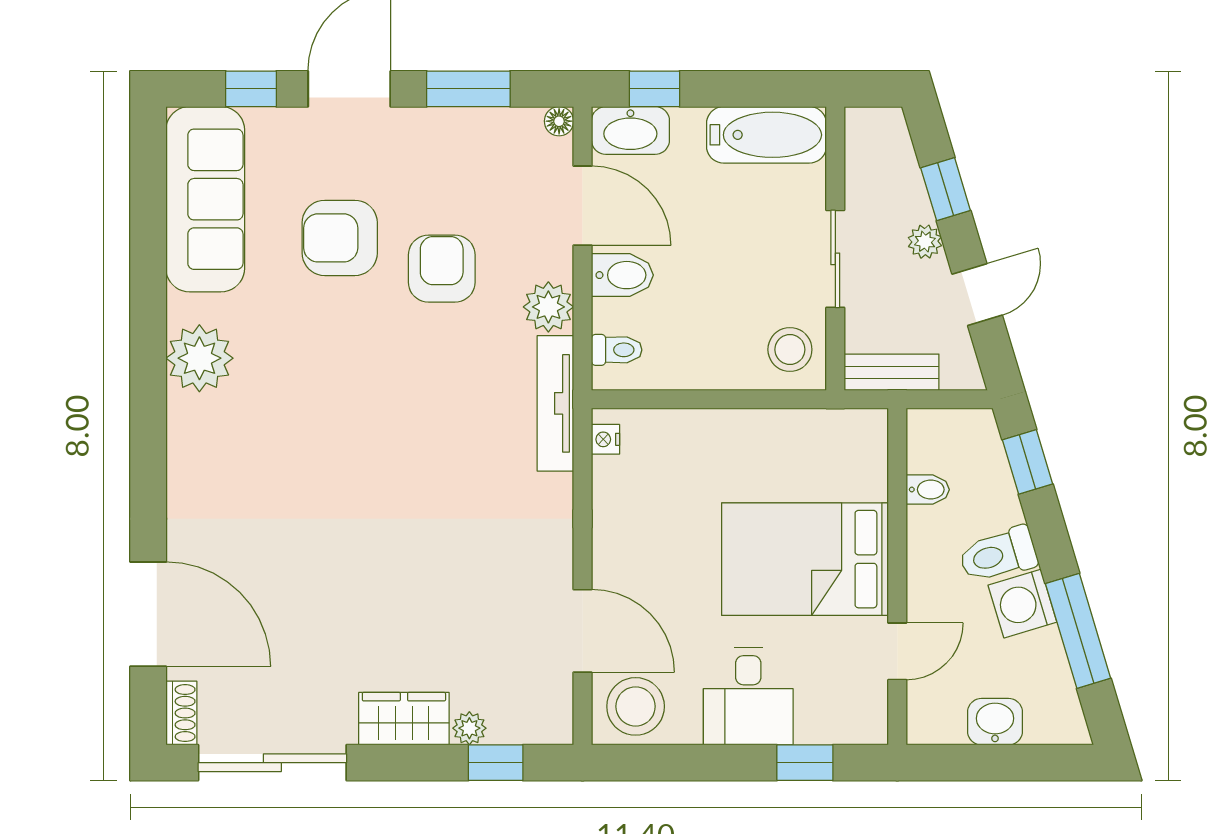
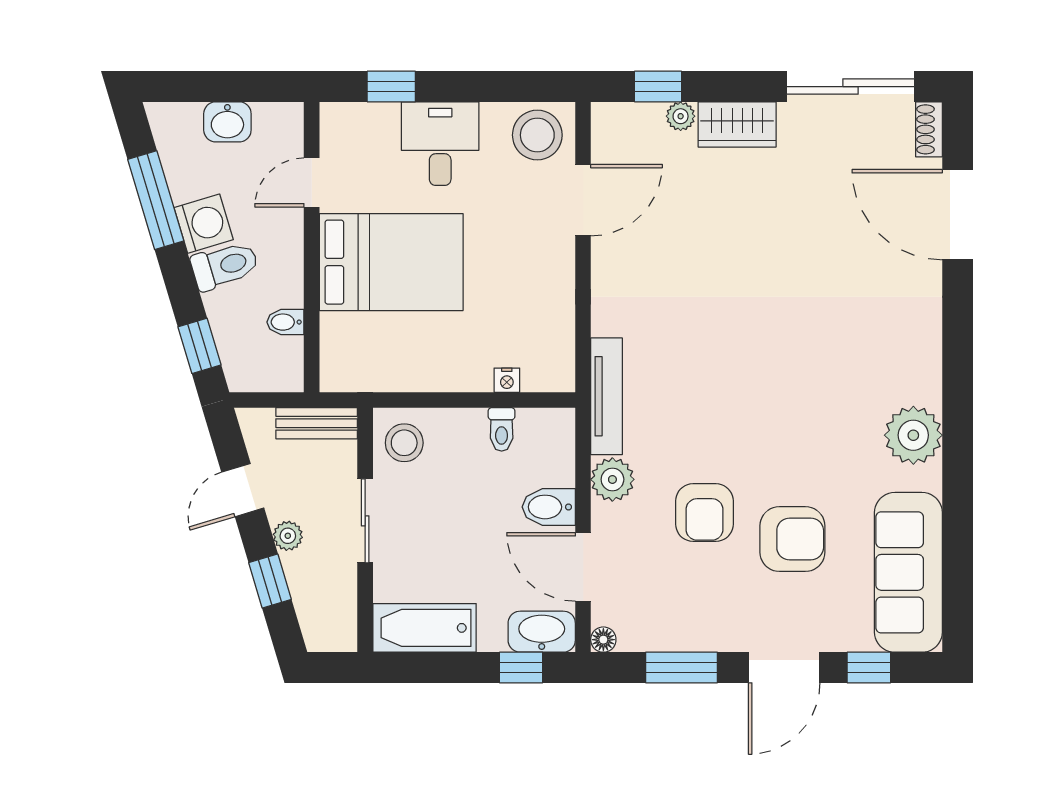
toilet: (617, 350) -> (502, 429), moved, turned -90
nightstand: (605, 439) -> (507, 380), moved, turned 90
door: (583, 631) -> (583, 200), swing flipped

